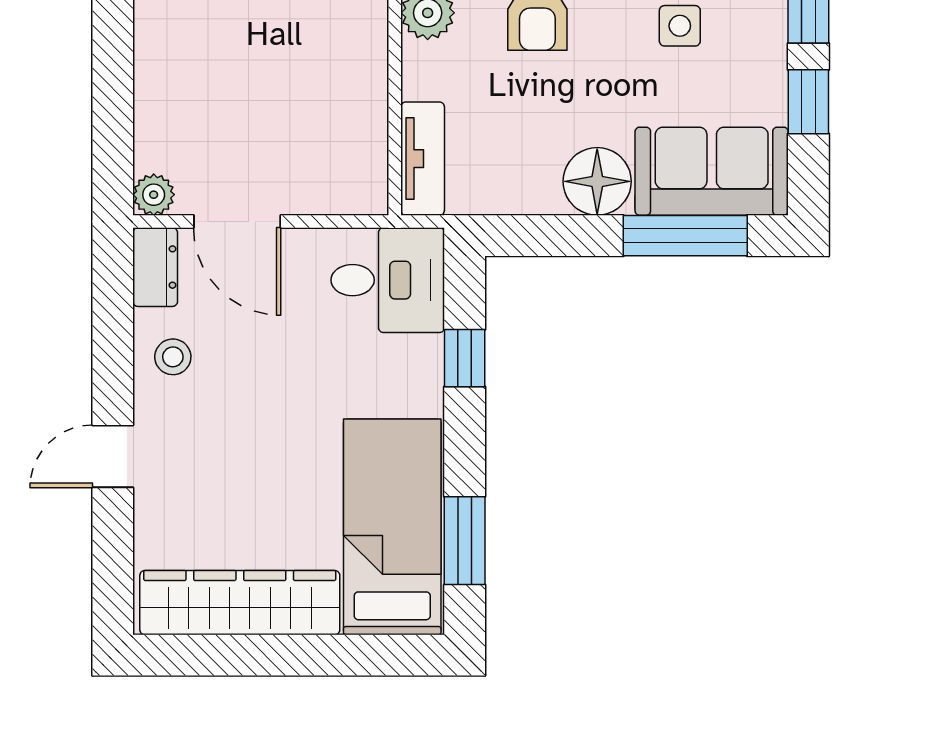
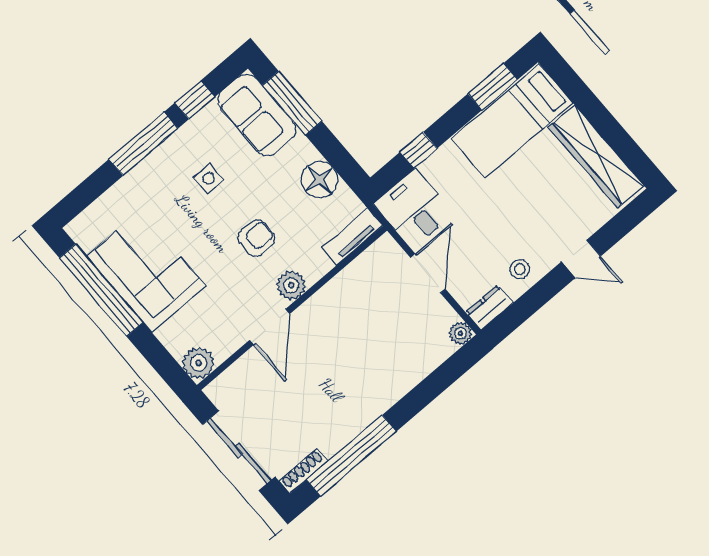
floor lamp: (597, 181) -> (319, 180), moved
door: (237, 221) -> (428, 273), moved

